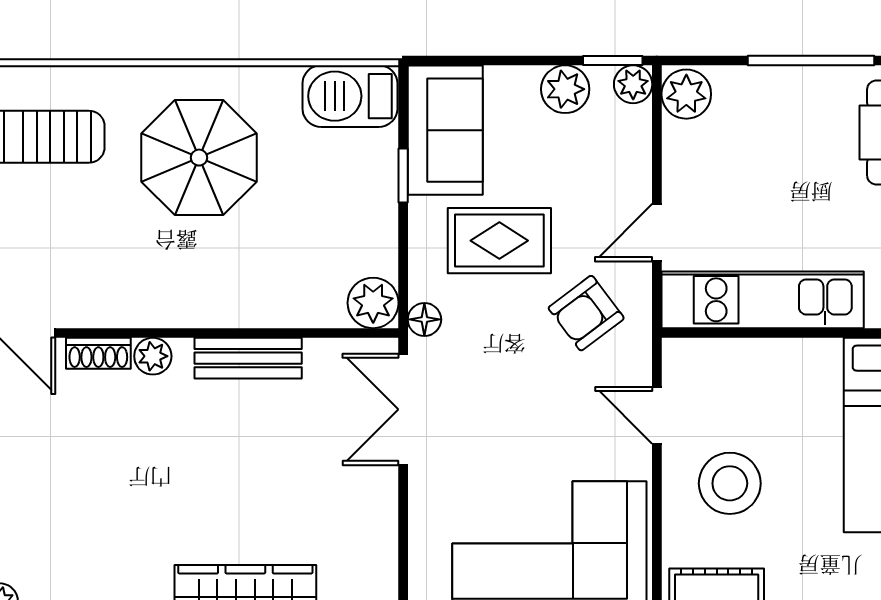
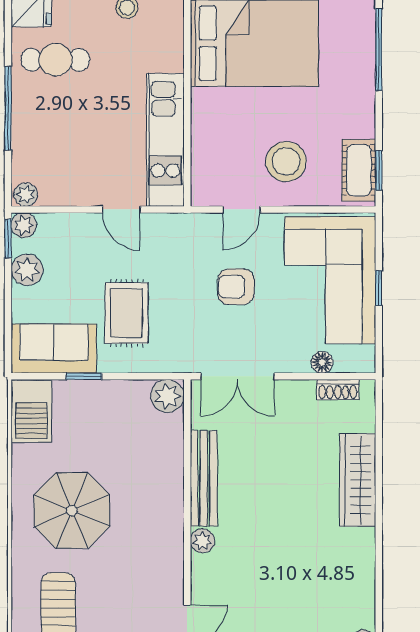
plant: (686, 94) -> (26, 195), width x0.73, depth x0.73
armchair: (586, 313) -> (236, 287), moved, turned 127
floor lamp: (424, 319) -> (322, 362), moved
shoe rack: (98, 353) -> (338, 390), moved, turned 90
bench: (248, 358) -> (204, 478), width x1.36

